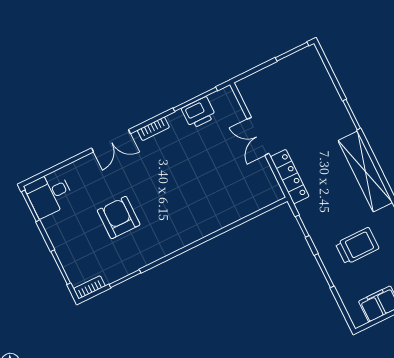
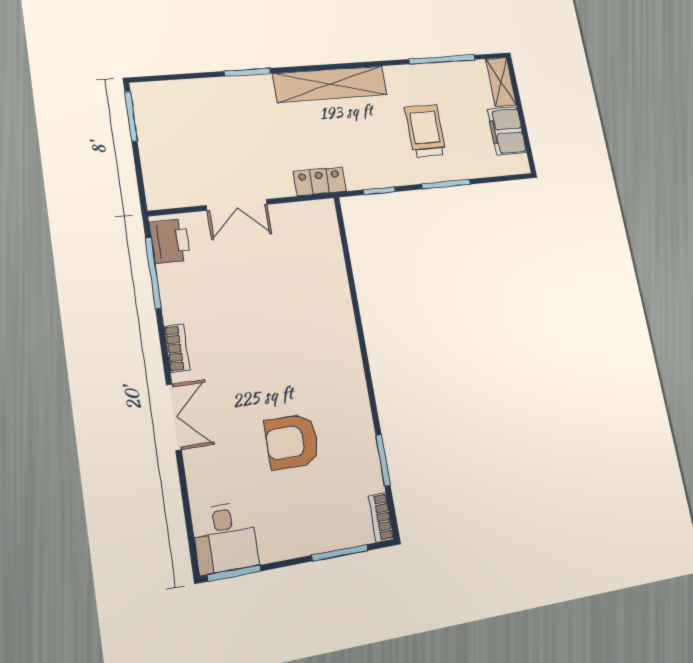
printer: (199, 113) -> (170, 241), moved
locker: (290, 177) -> (320, 182), width x0.66

